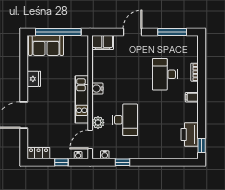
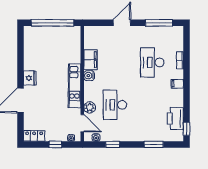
filing cabinet: (103, 43) -> (91, 60), moved, turned -90
sofa: (46, 45) -> (41, 35), removed
fridge: (34, 79) -> (30, 78), moved
desk: (125, 120) -> (115, 105), turned 180
door: (90, 139) -> (82, 123), swing flipped
window: (166, 162) -> (154, 144), added

